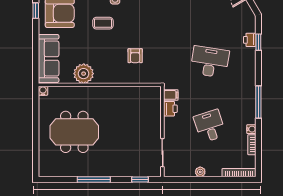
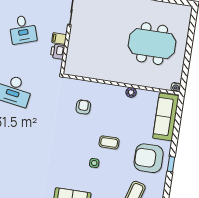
plant: (84, 74) -> (131, 92), width x0.53, depth x0.53
filing cabinet: (171, 95) -> (59, 39), moved

